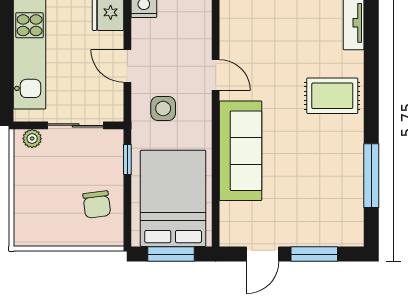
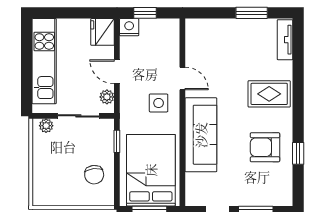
plant: (114, 100) -> (107, 97), added
side table: (163, 108) -> (159, 103), moved
armchair: (327, 168) -> (265, 147), added
window: (371, 176) -> (298, 153), width x0.46

